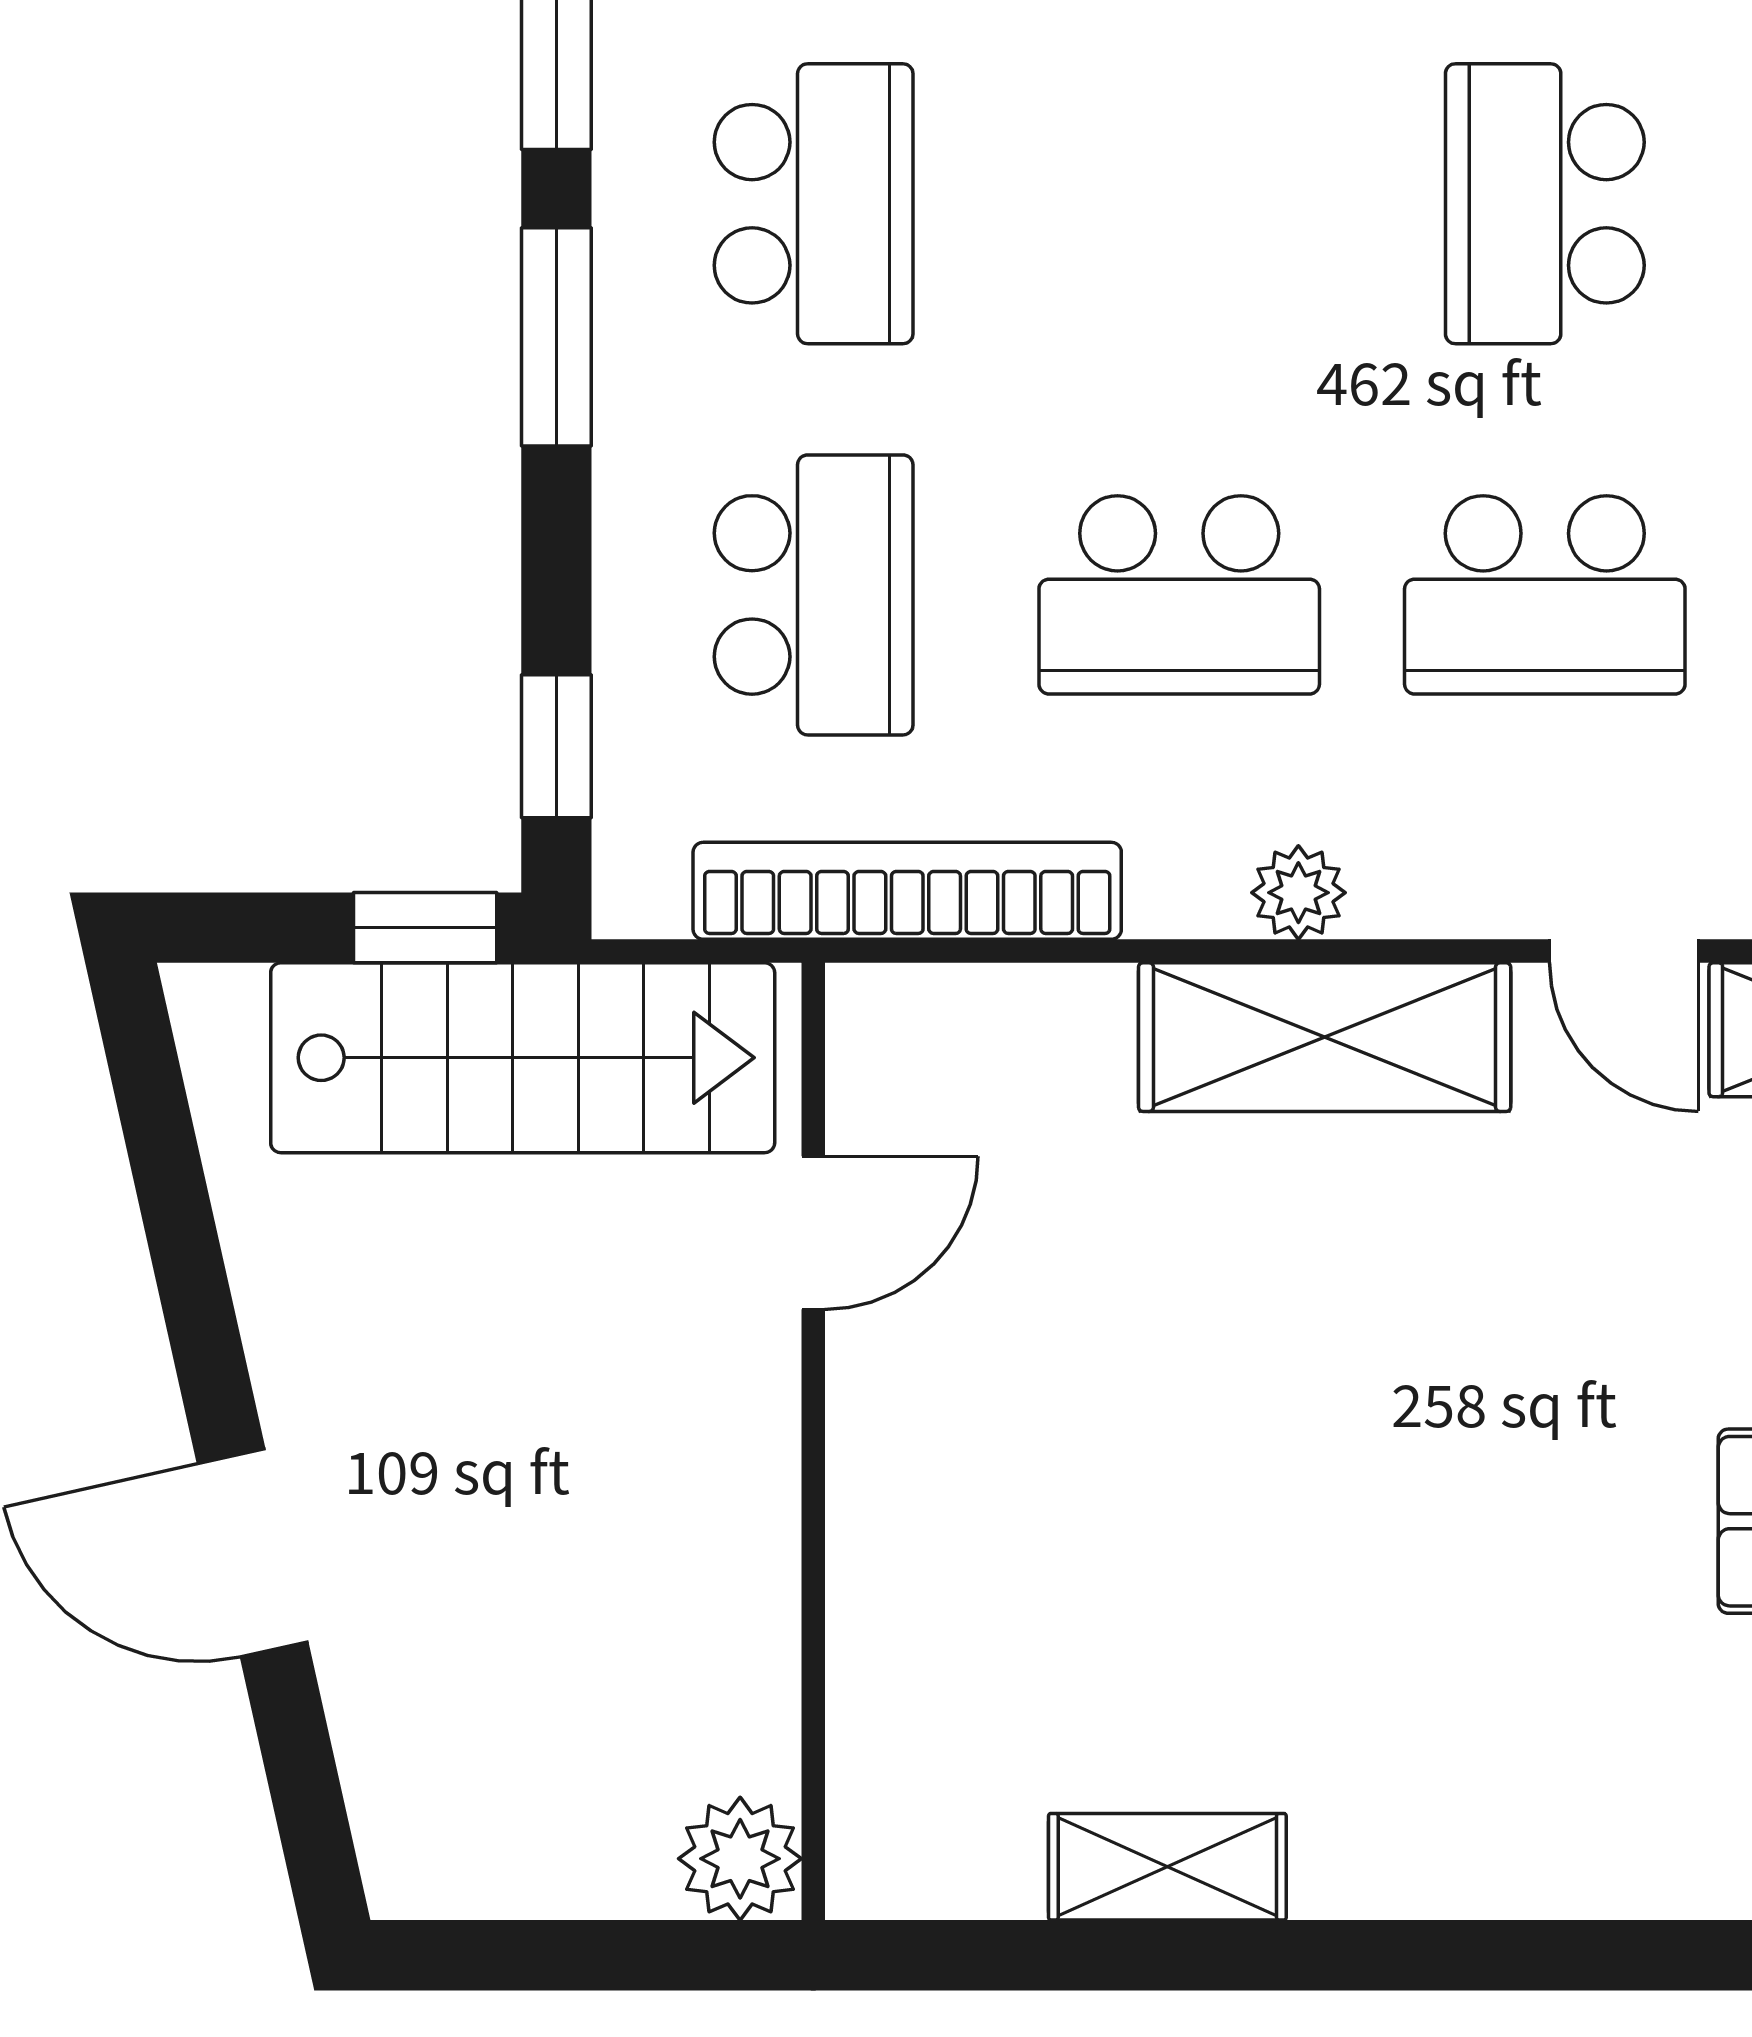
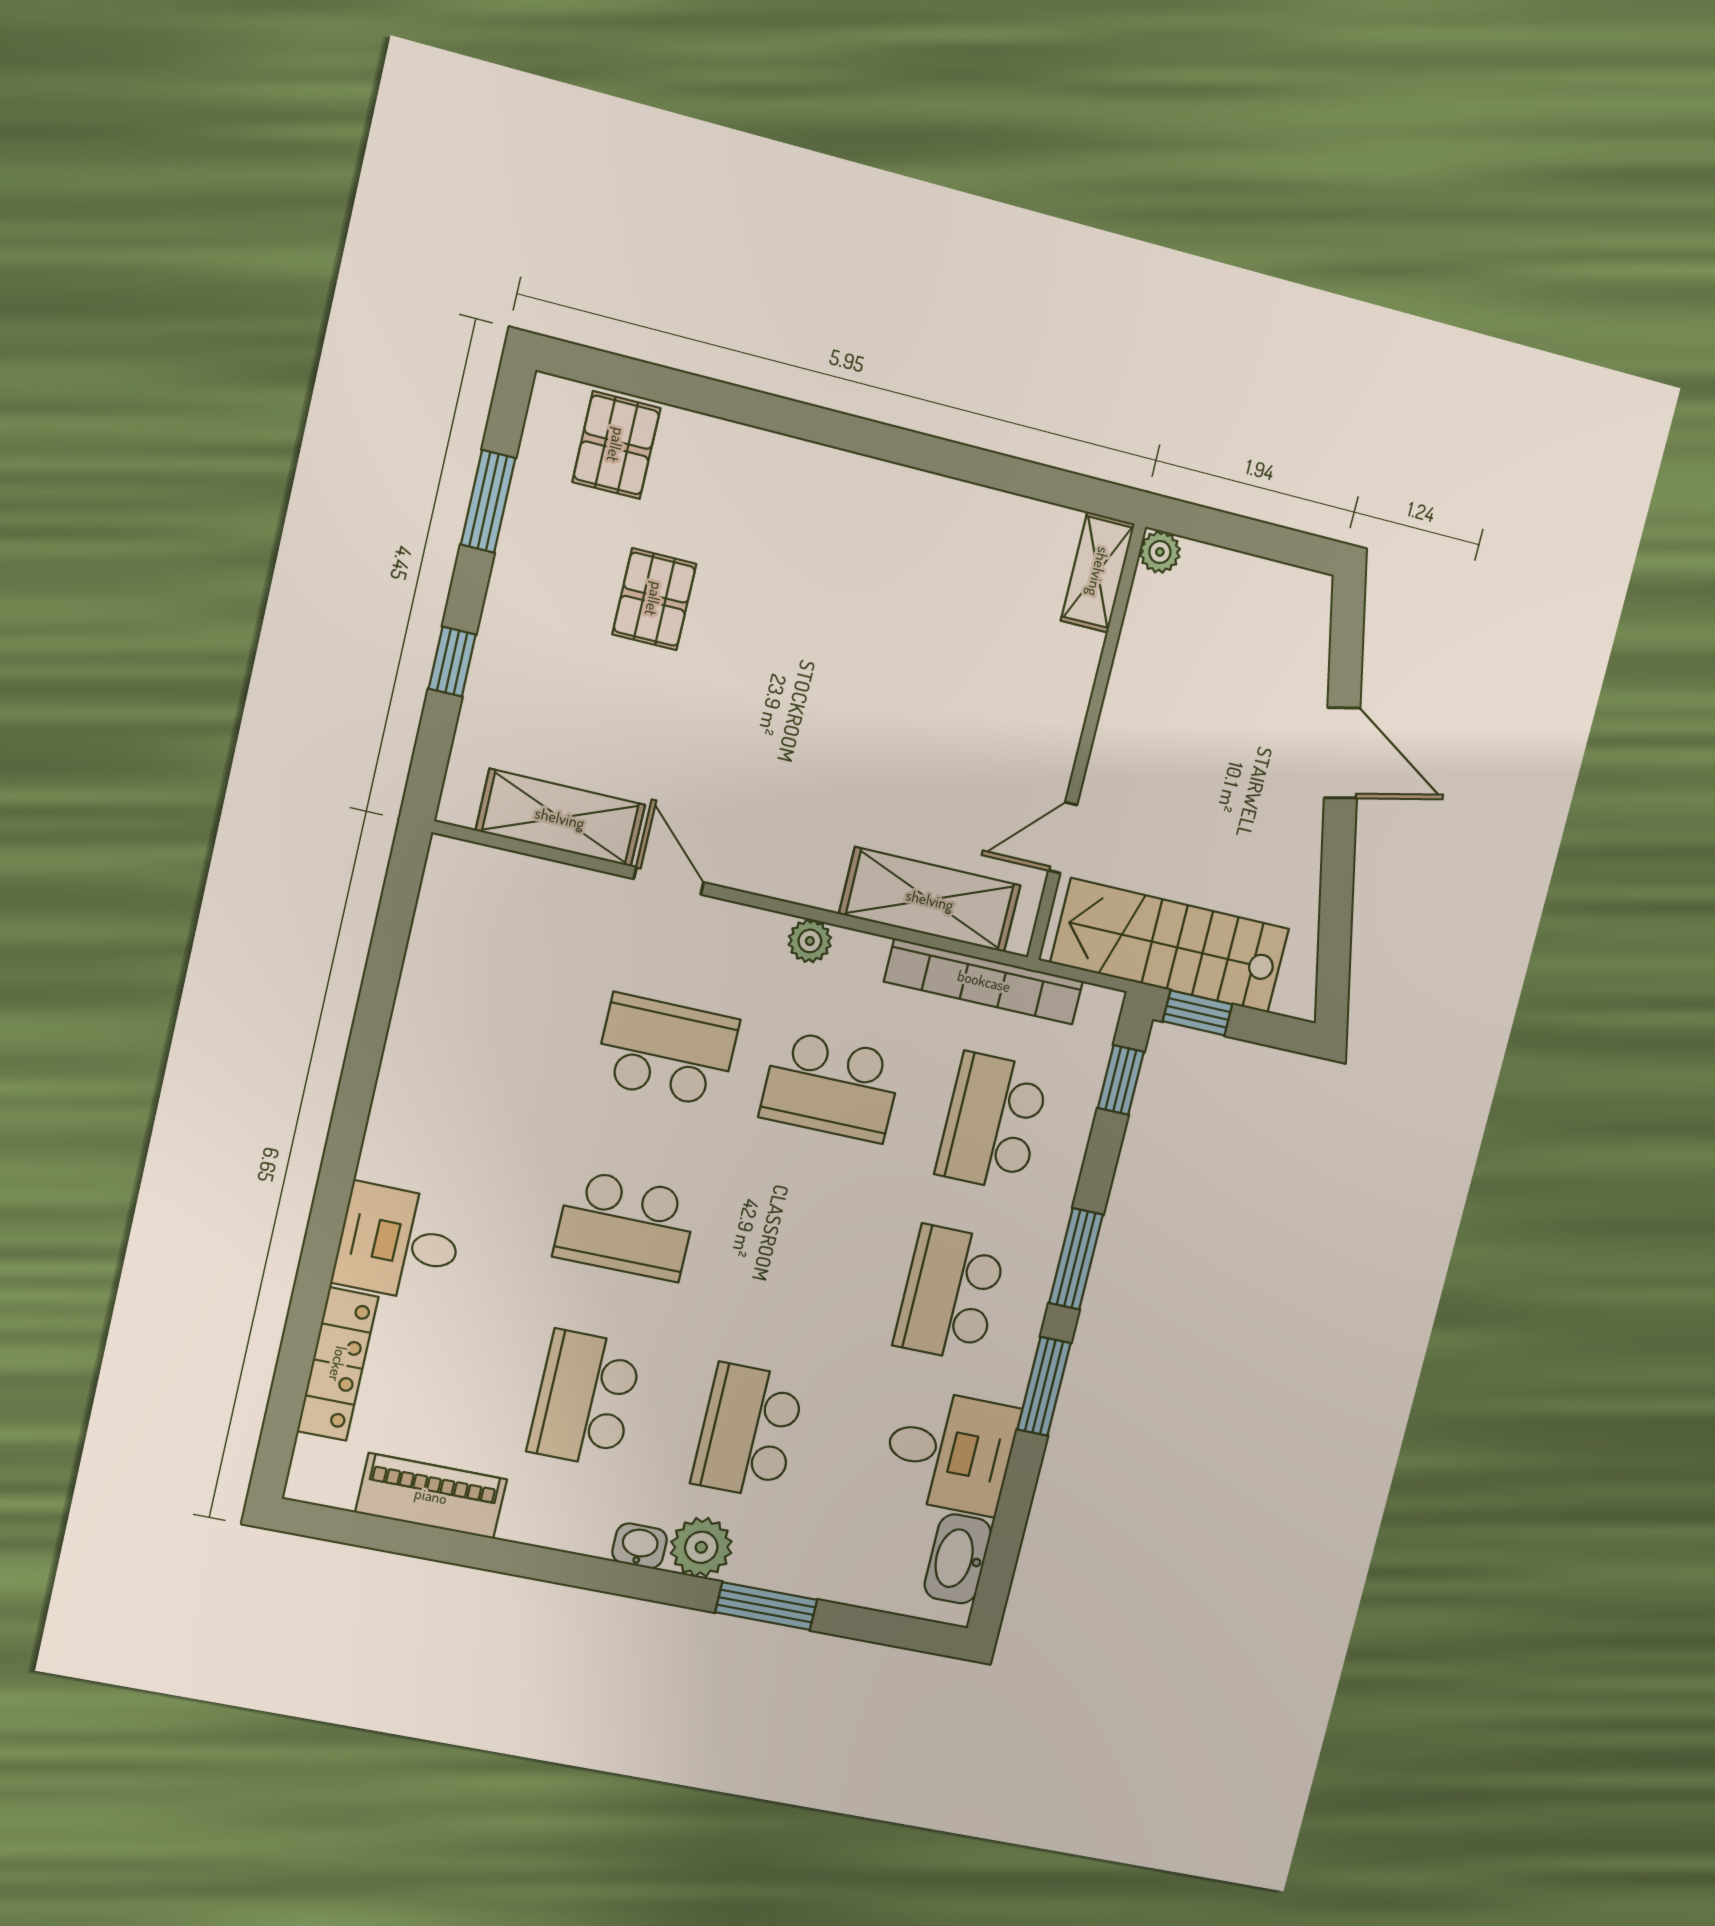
school desk: (1545, 204) -> (626, 1226), turned 90
school desk: (1179, 595) -> (831, 1086), turned 180
shelving: (1325, 1037) -> (930, 900), moved
plant: (740, 1859) -> (1160, 552), width x0.73, depth x0.73
shelving: (1167, 1867) -> (1098, 572), moved, turned 90

